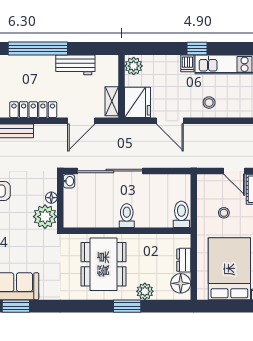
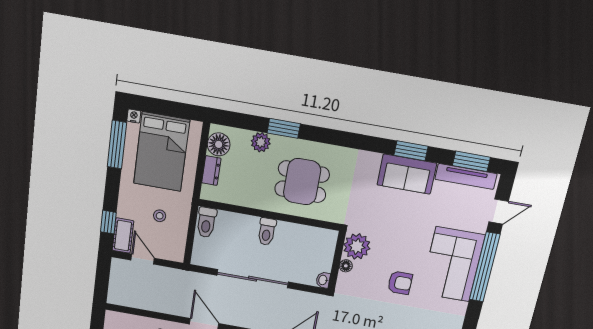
sliding door: (110, 171) -> (253, 279), moved
dining table: (103, 264) -> (302, 182), width x0.73

